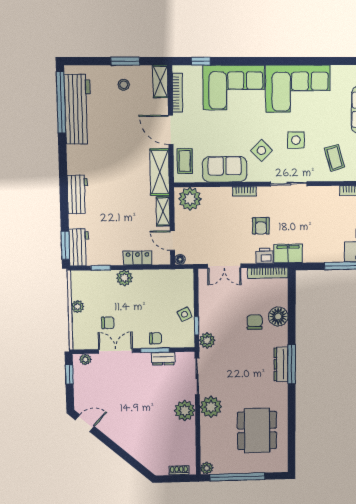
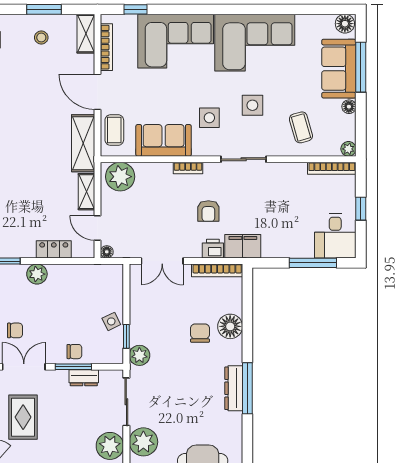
side table: (261, 150) -> (209, 118), turned 45
rug: (116, 390) -> (23, 417), added

